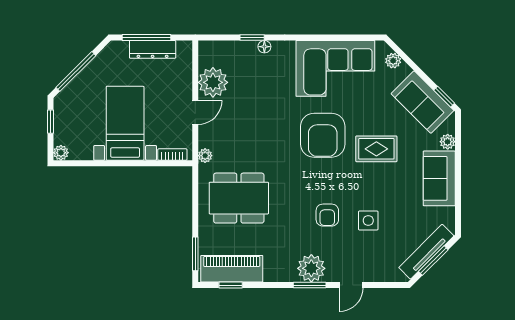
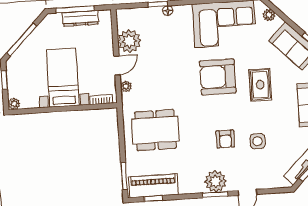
armchair: (323, 135) -> (218, 77), turned 90
rug: (376, 149) -> (260, 85), turned 90
plant: (205, 156) -> (126, 86), moved

